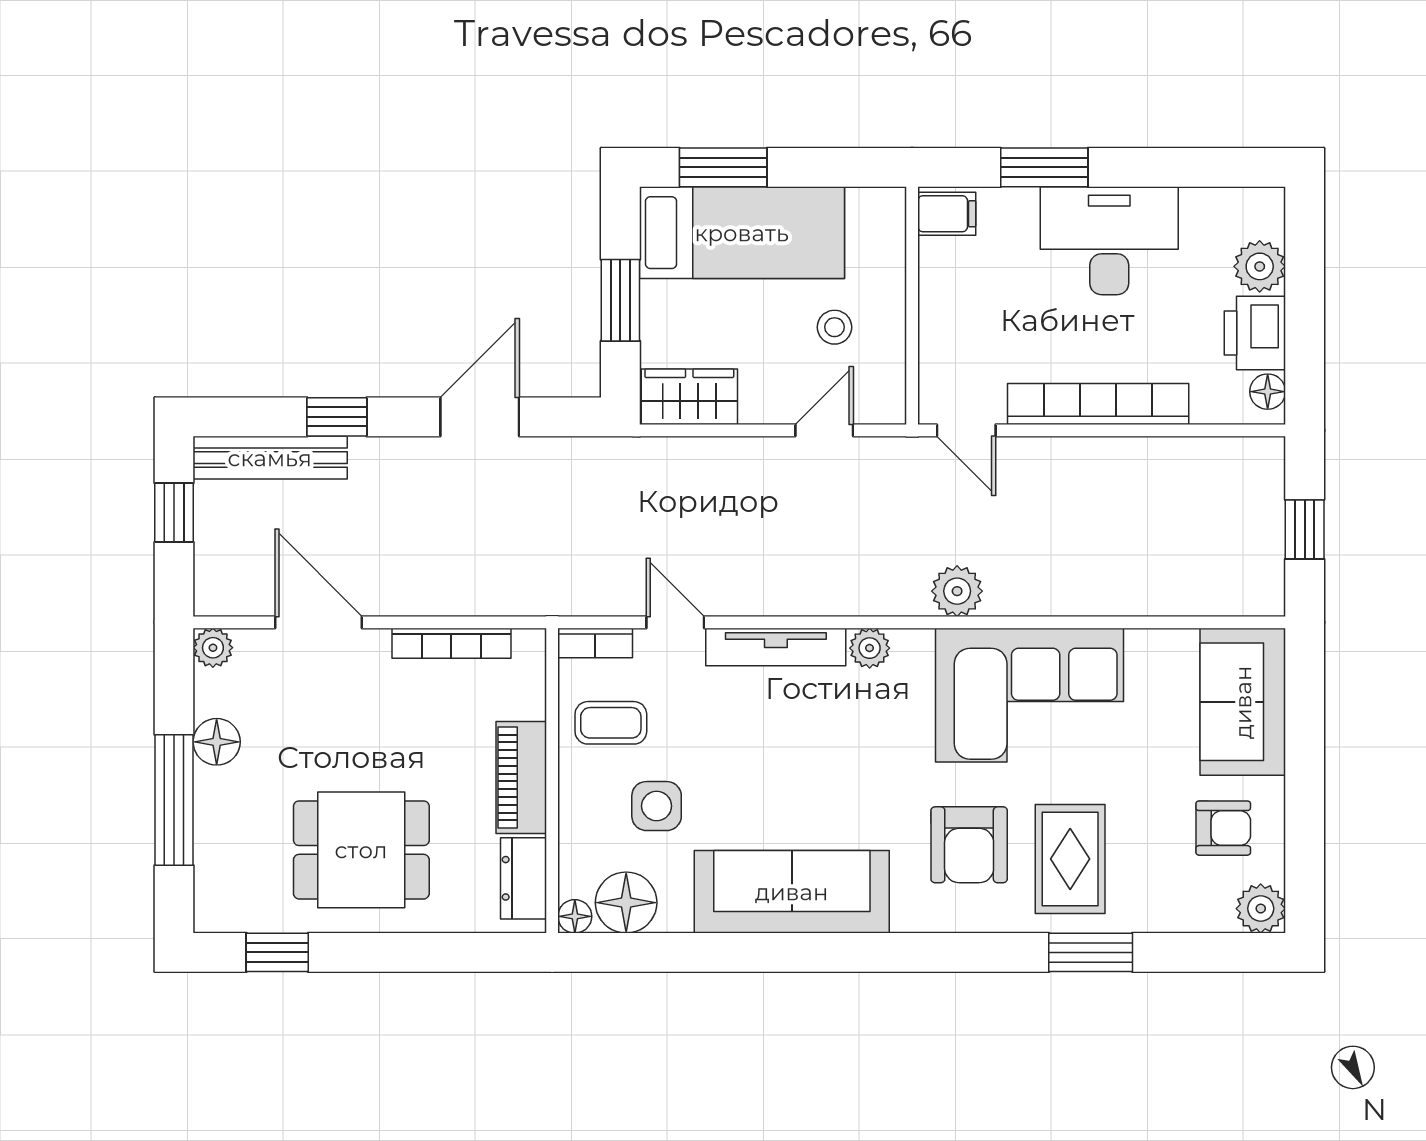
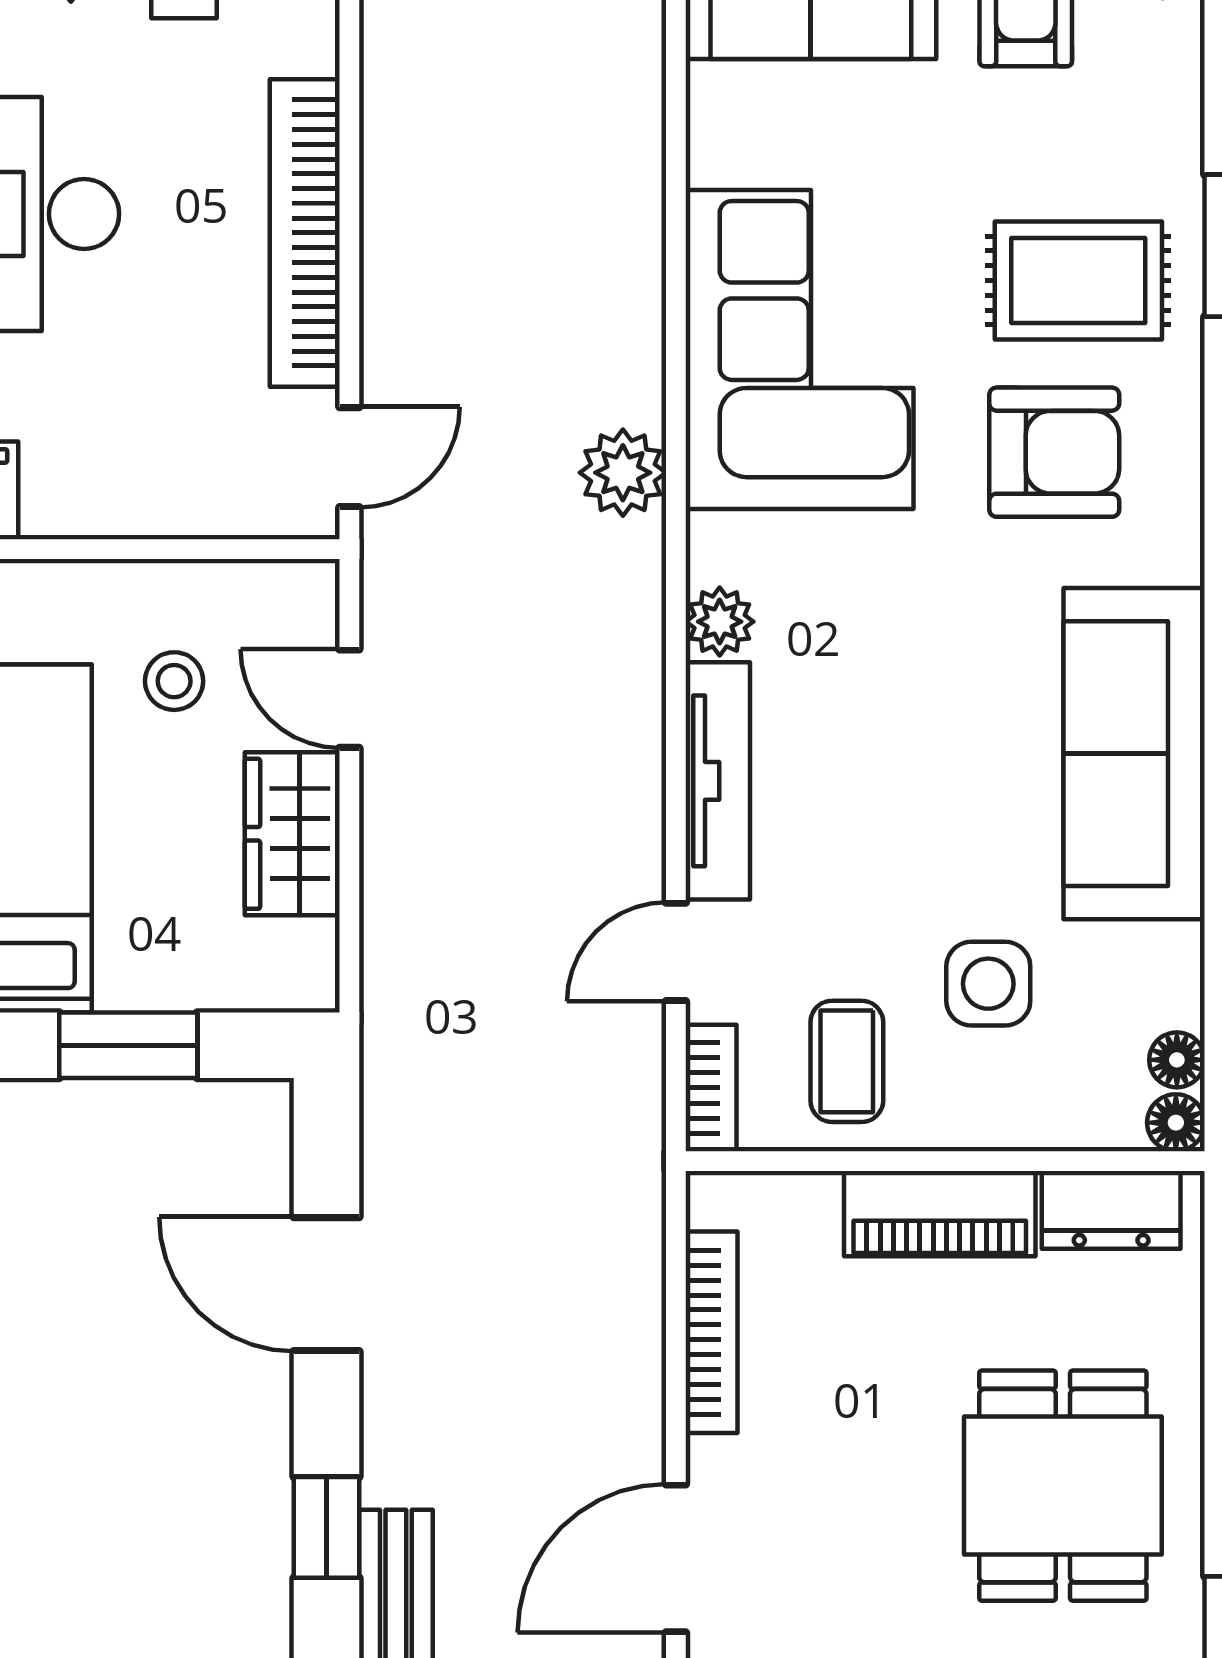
wardrobe: (689, 397) -> (292, 834), moved
floor lamp: (626, 903) -> (1177, 1060), width x0.53, depth x0.53

